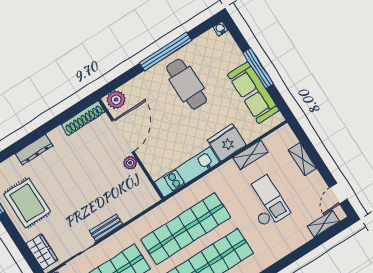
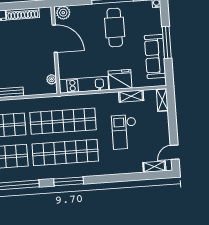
shoe rack: (83, 118) -> (23, 14), moved
door: (123, 136) -> (55, 39), hinge flipped
shelving: (302, 159) -> (162, 100), moved
plant: (130, 163) -> (52, 79), moved
checkout: (265, 202) -> (124, 132), turned 180

